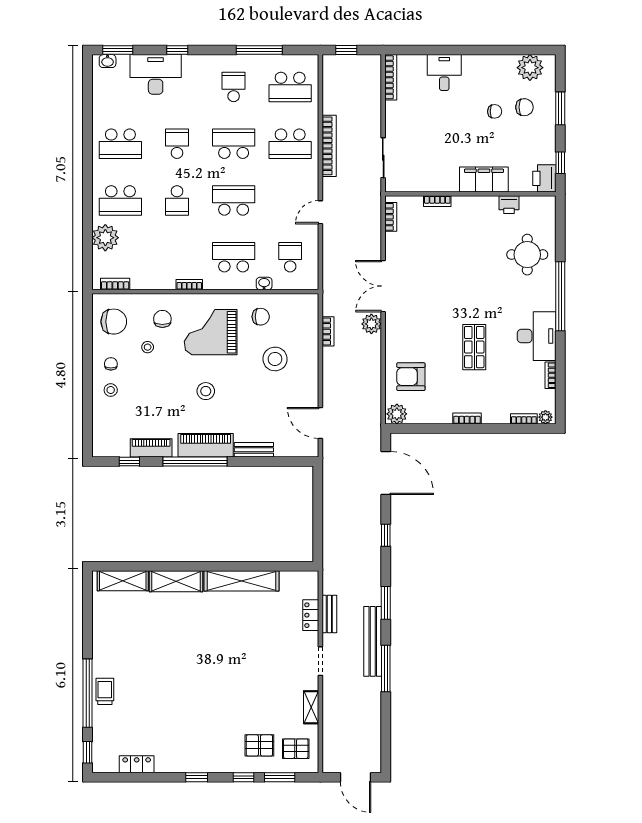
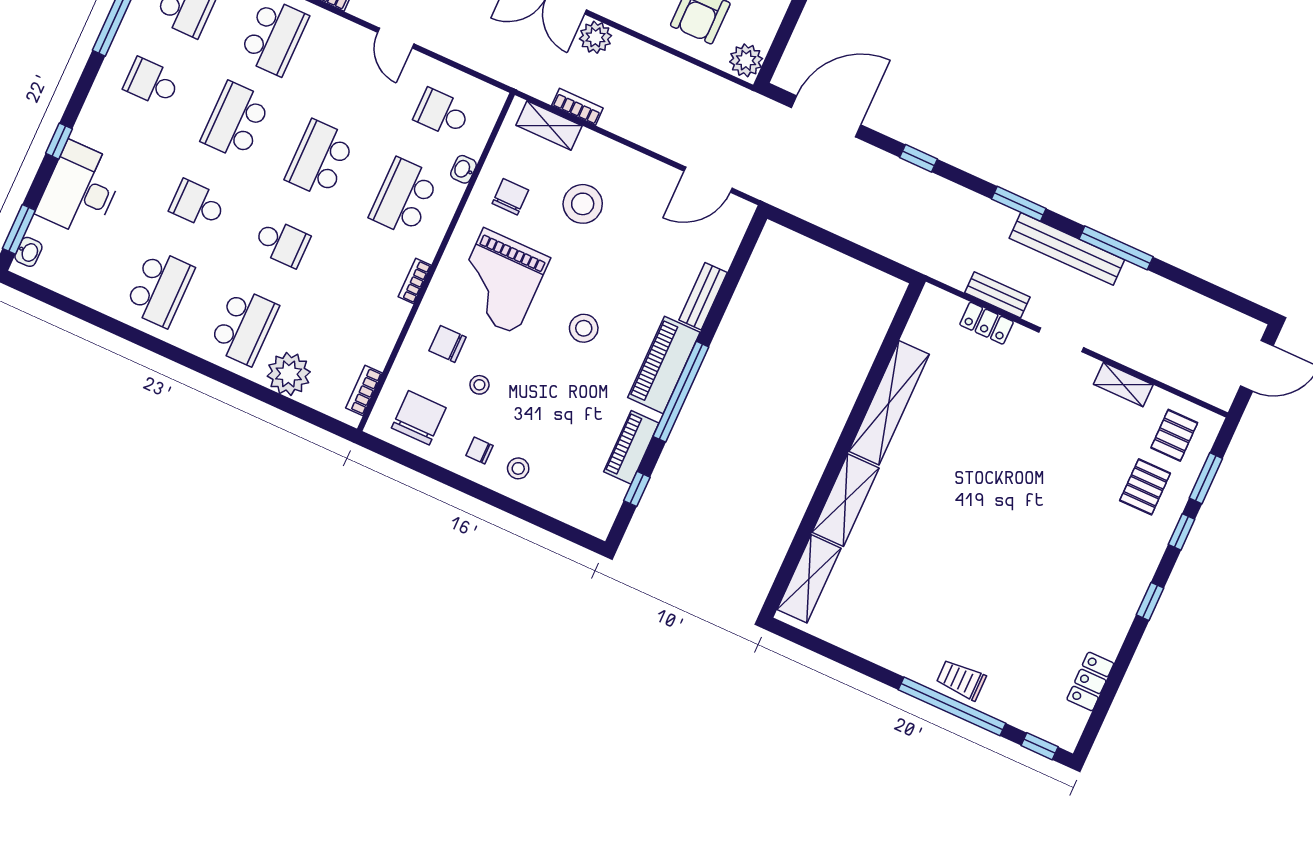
shelving: (310, 320) -> (549, 126), added

